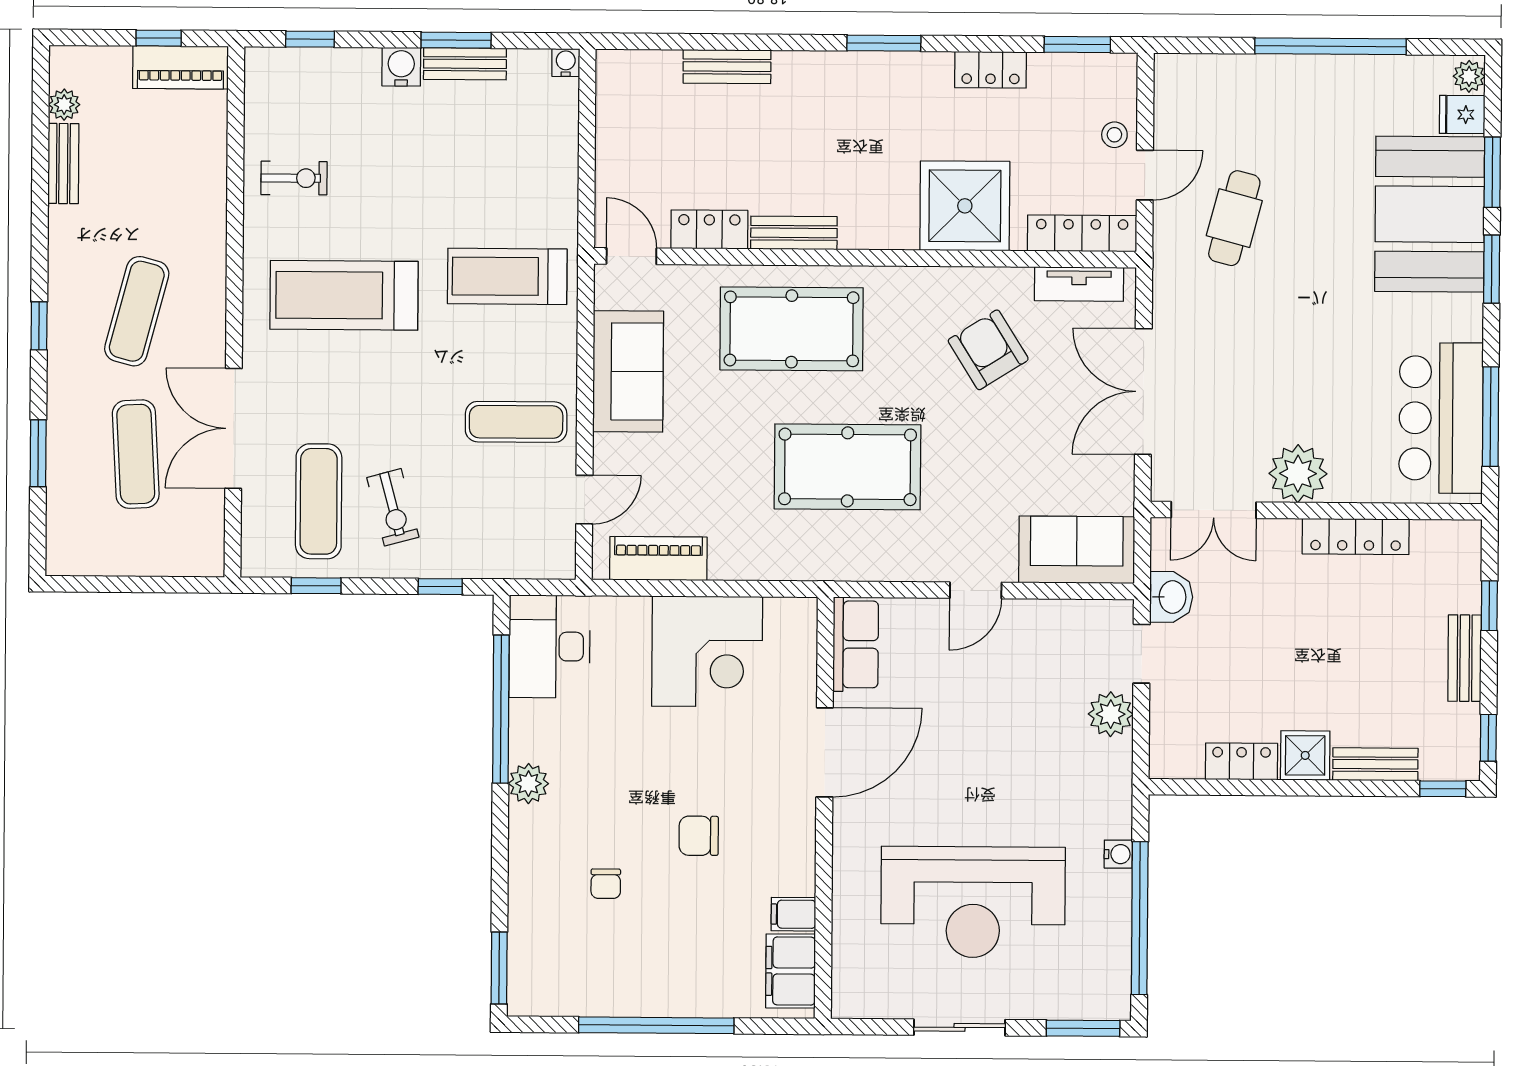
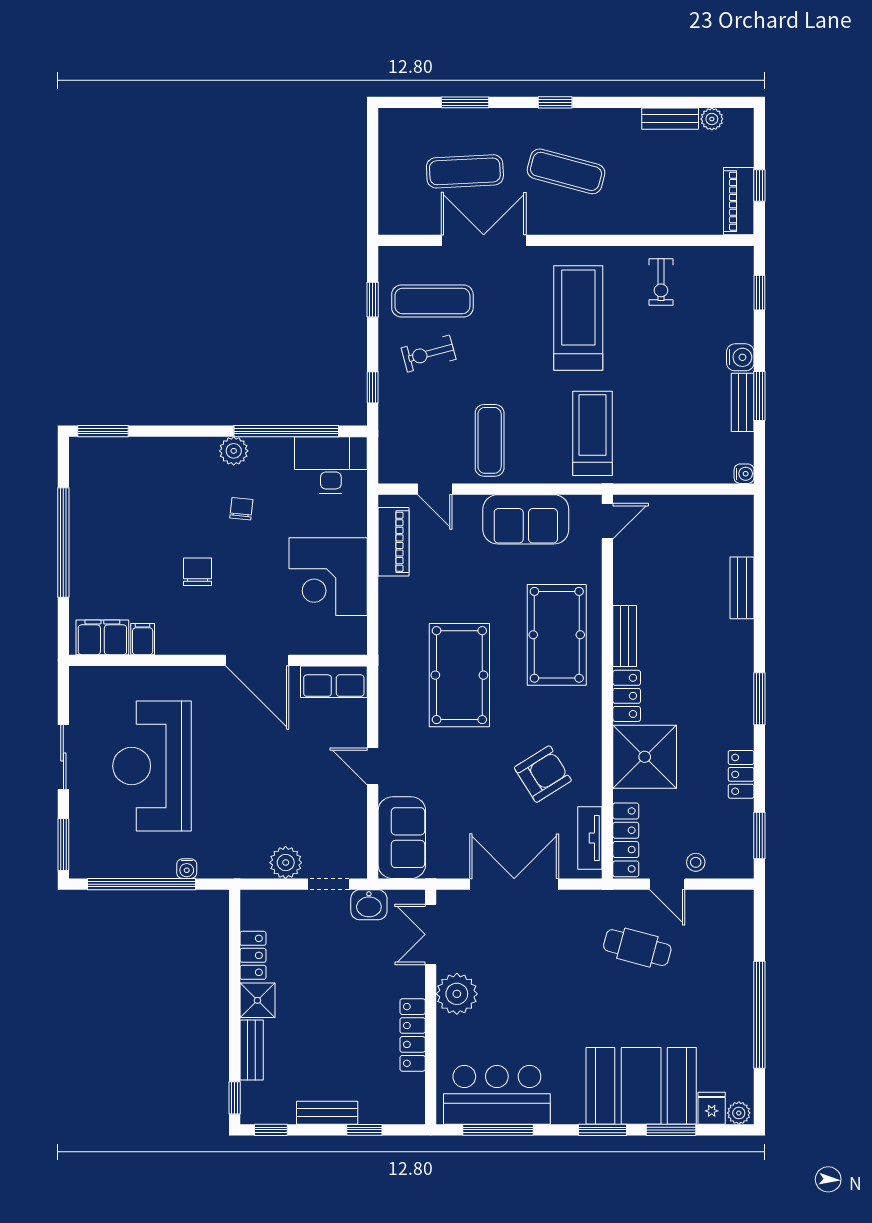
locker: (709, 229) -> (627, 696), moved
chair: (606, 884) -> (241, 509), moved, turned 96

